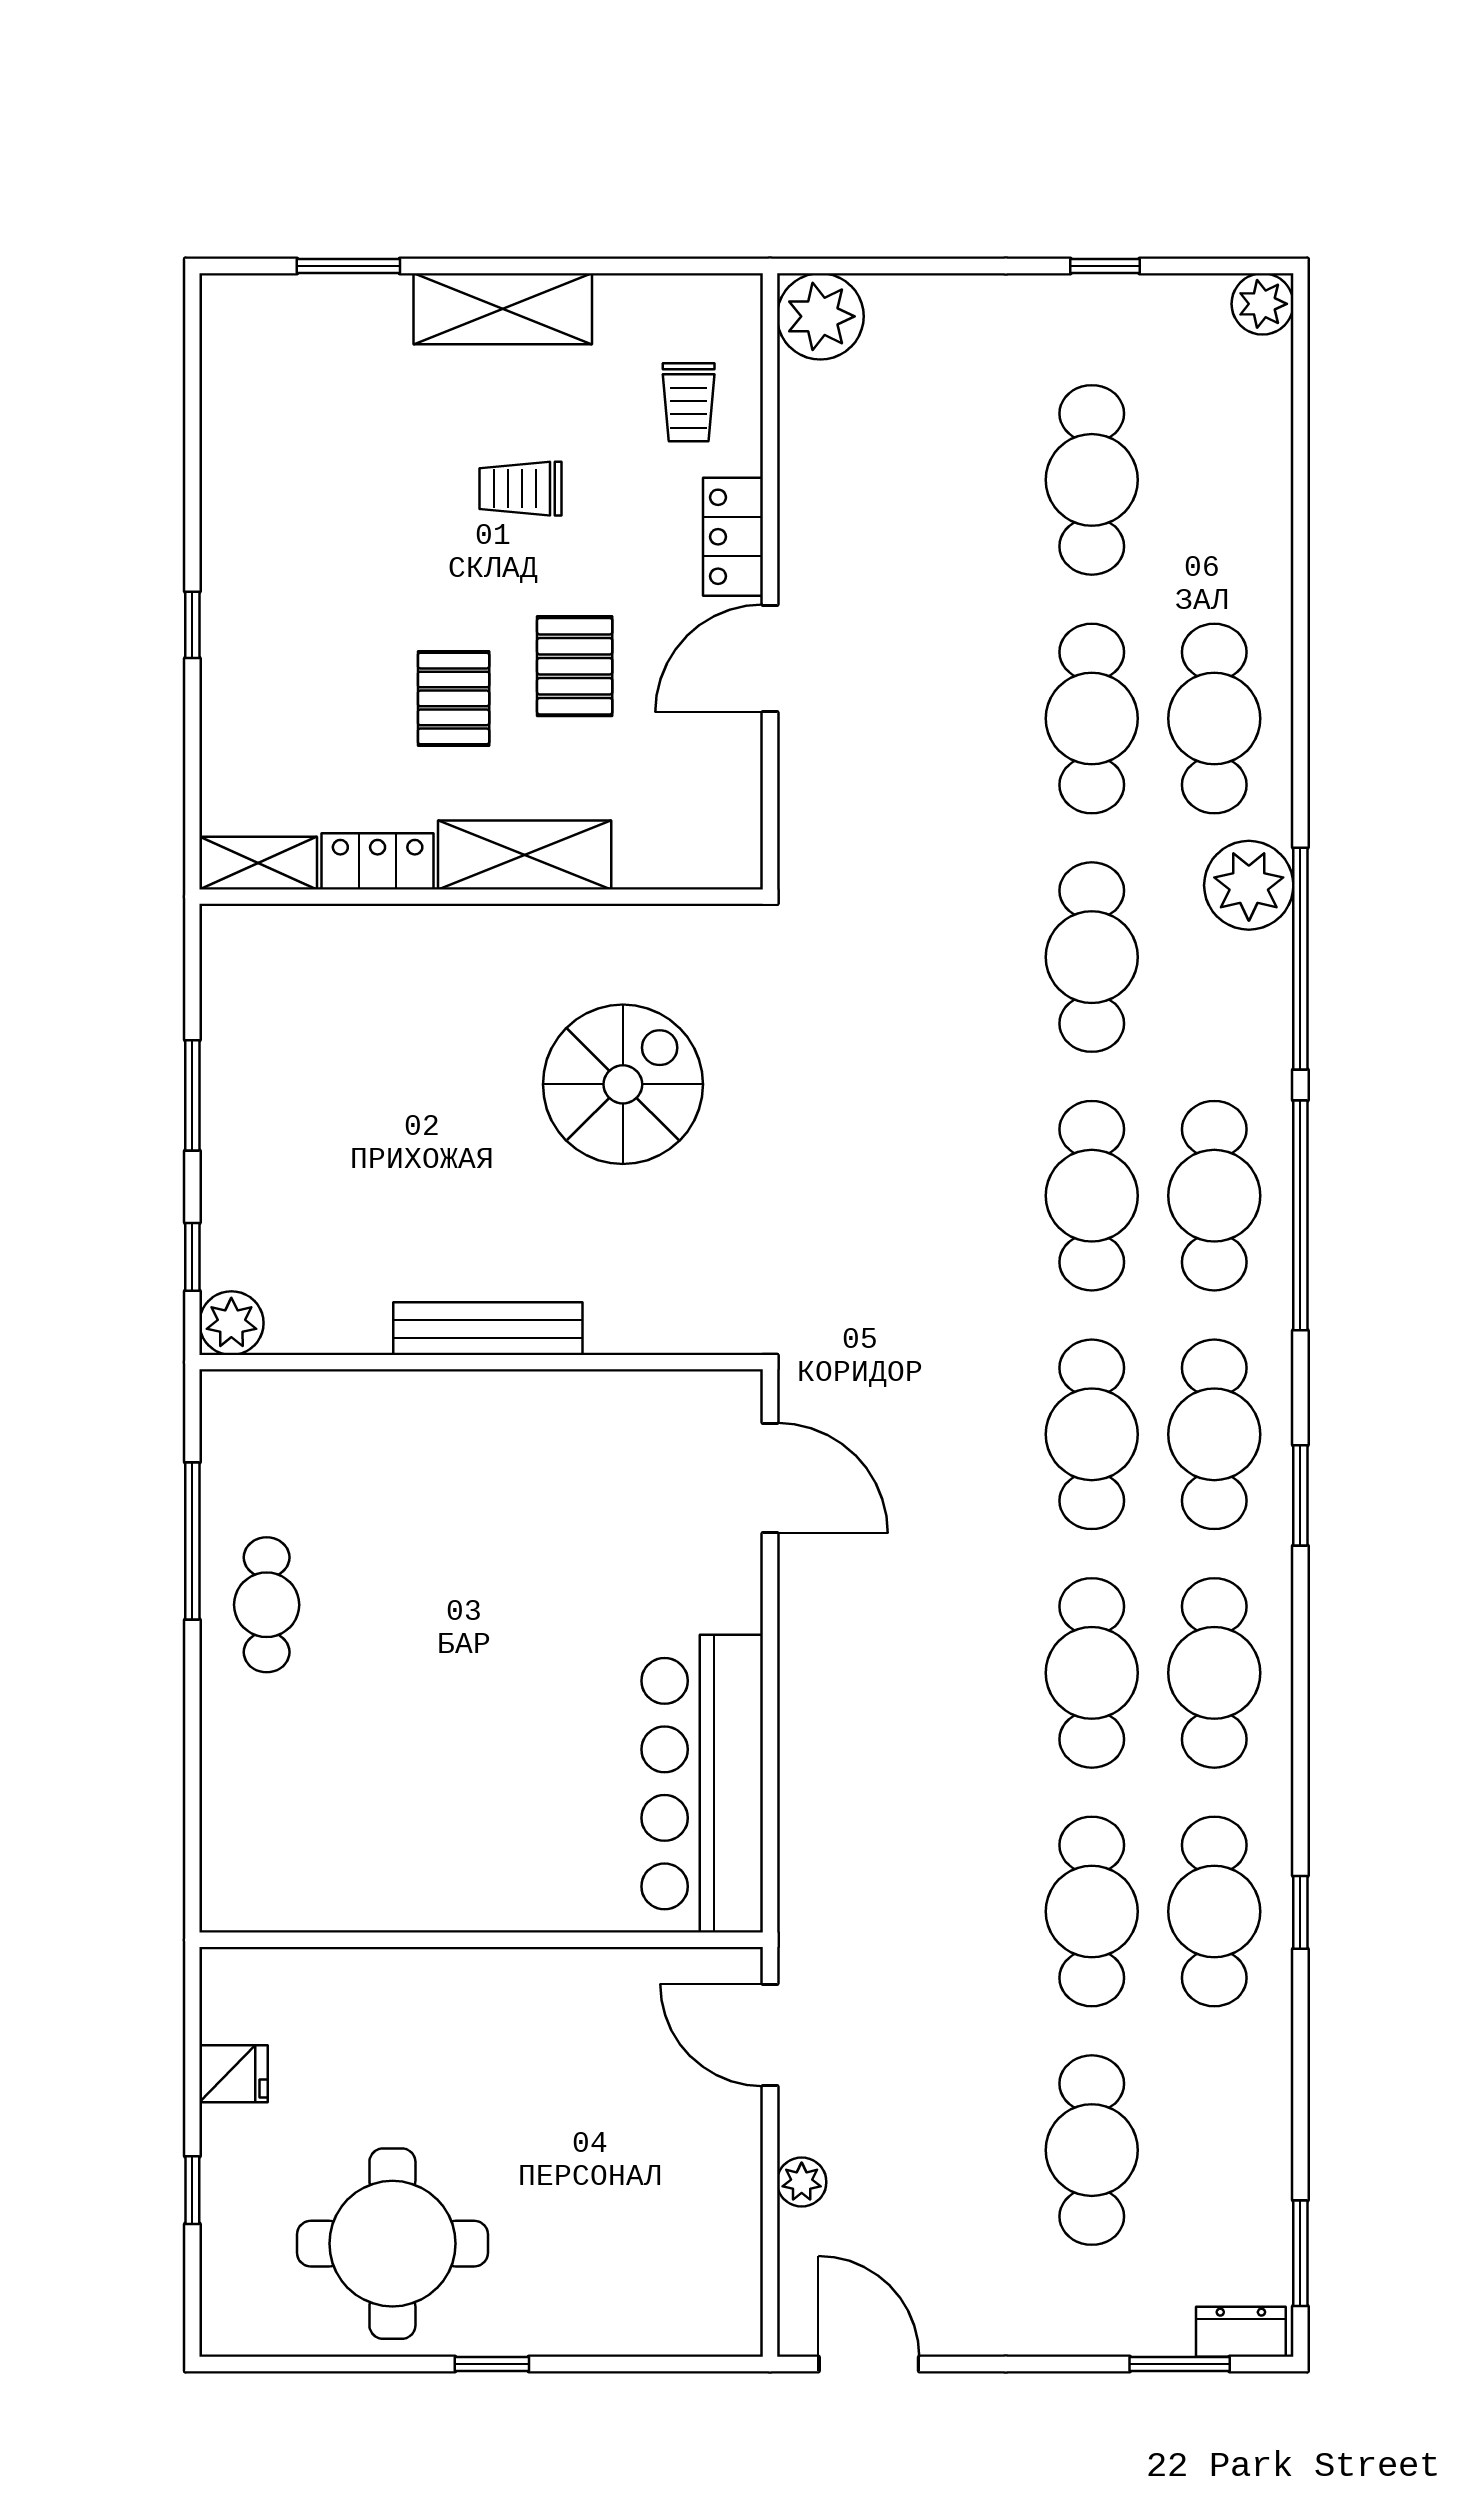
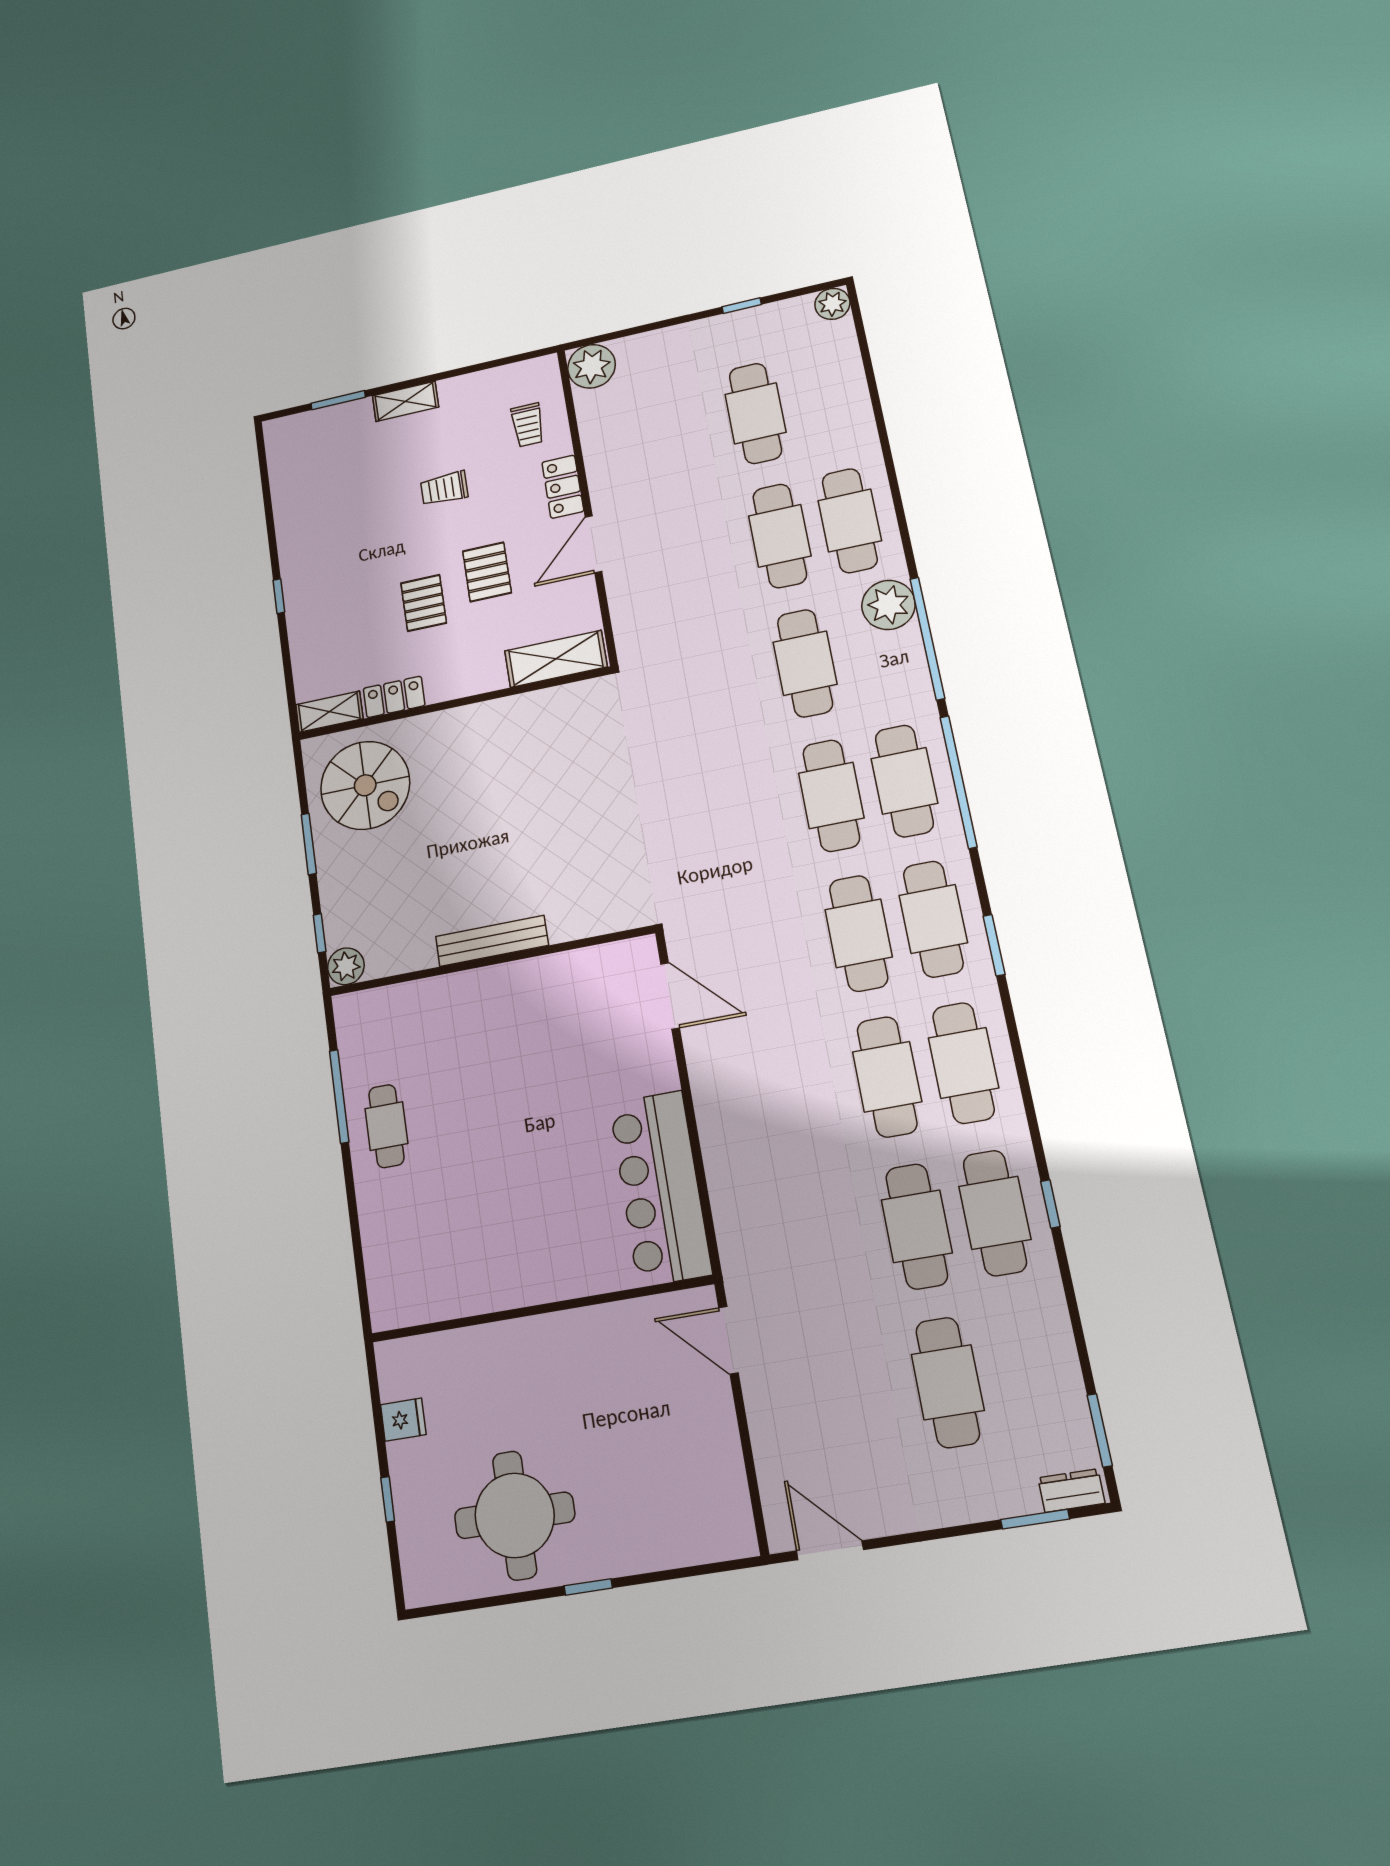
shelving: (503, 309) -> (405, 401), width x0.67, depth x0.75
shelving: (525, 855) -> (556, 659), moved
spiral stairs: (623, 1084) -> (365, 785), moved, turned 90
plant: (802, 2182) -> (765, 1434), removed

